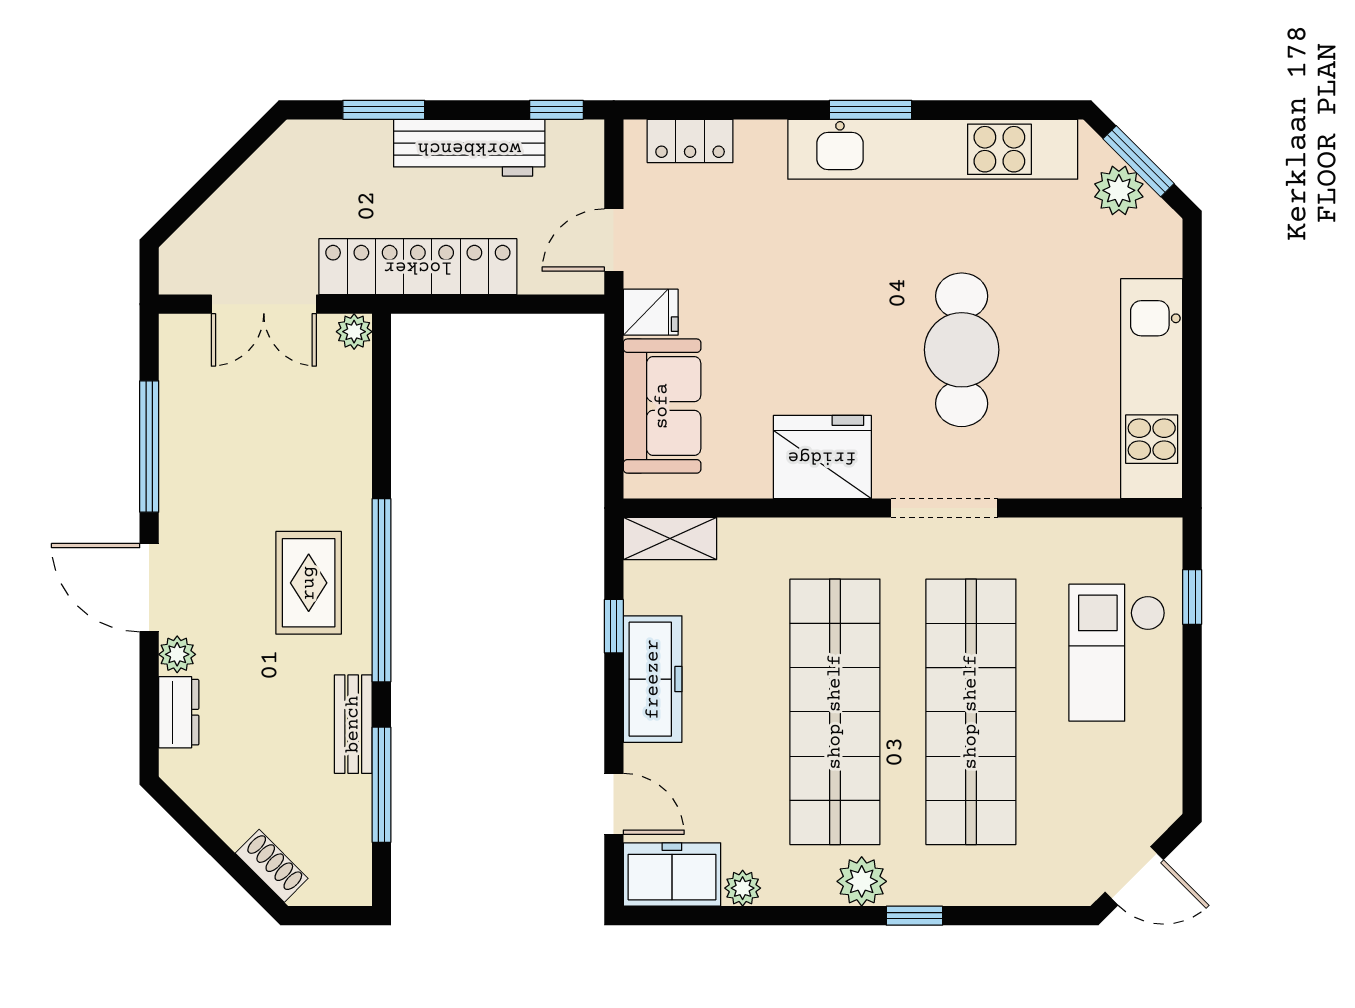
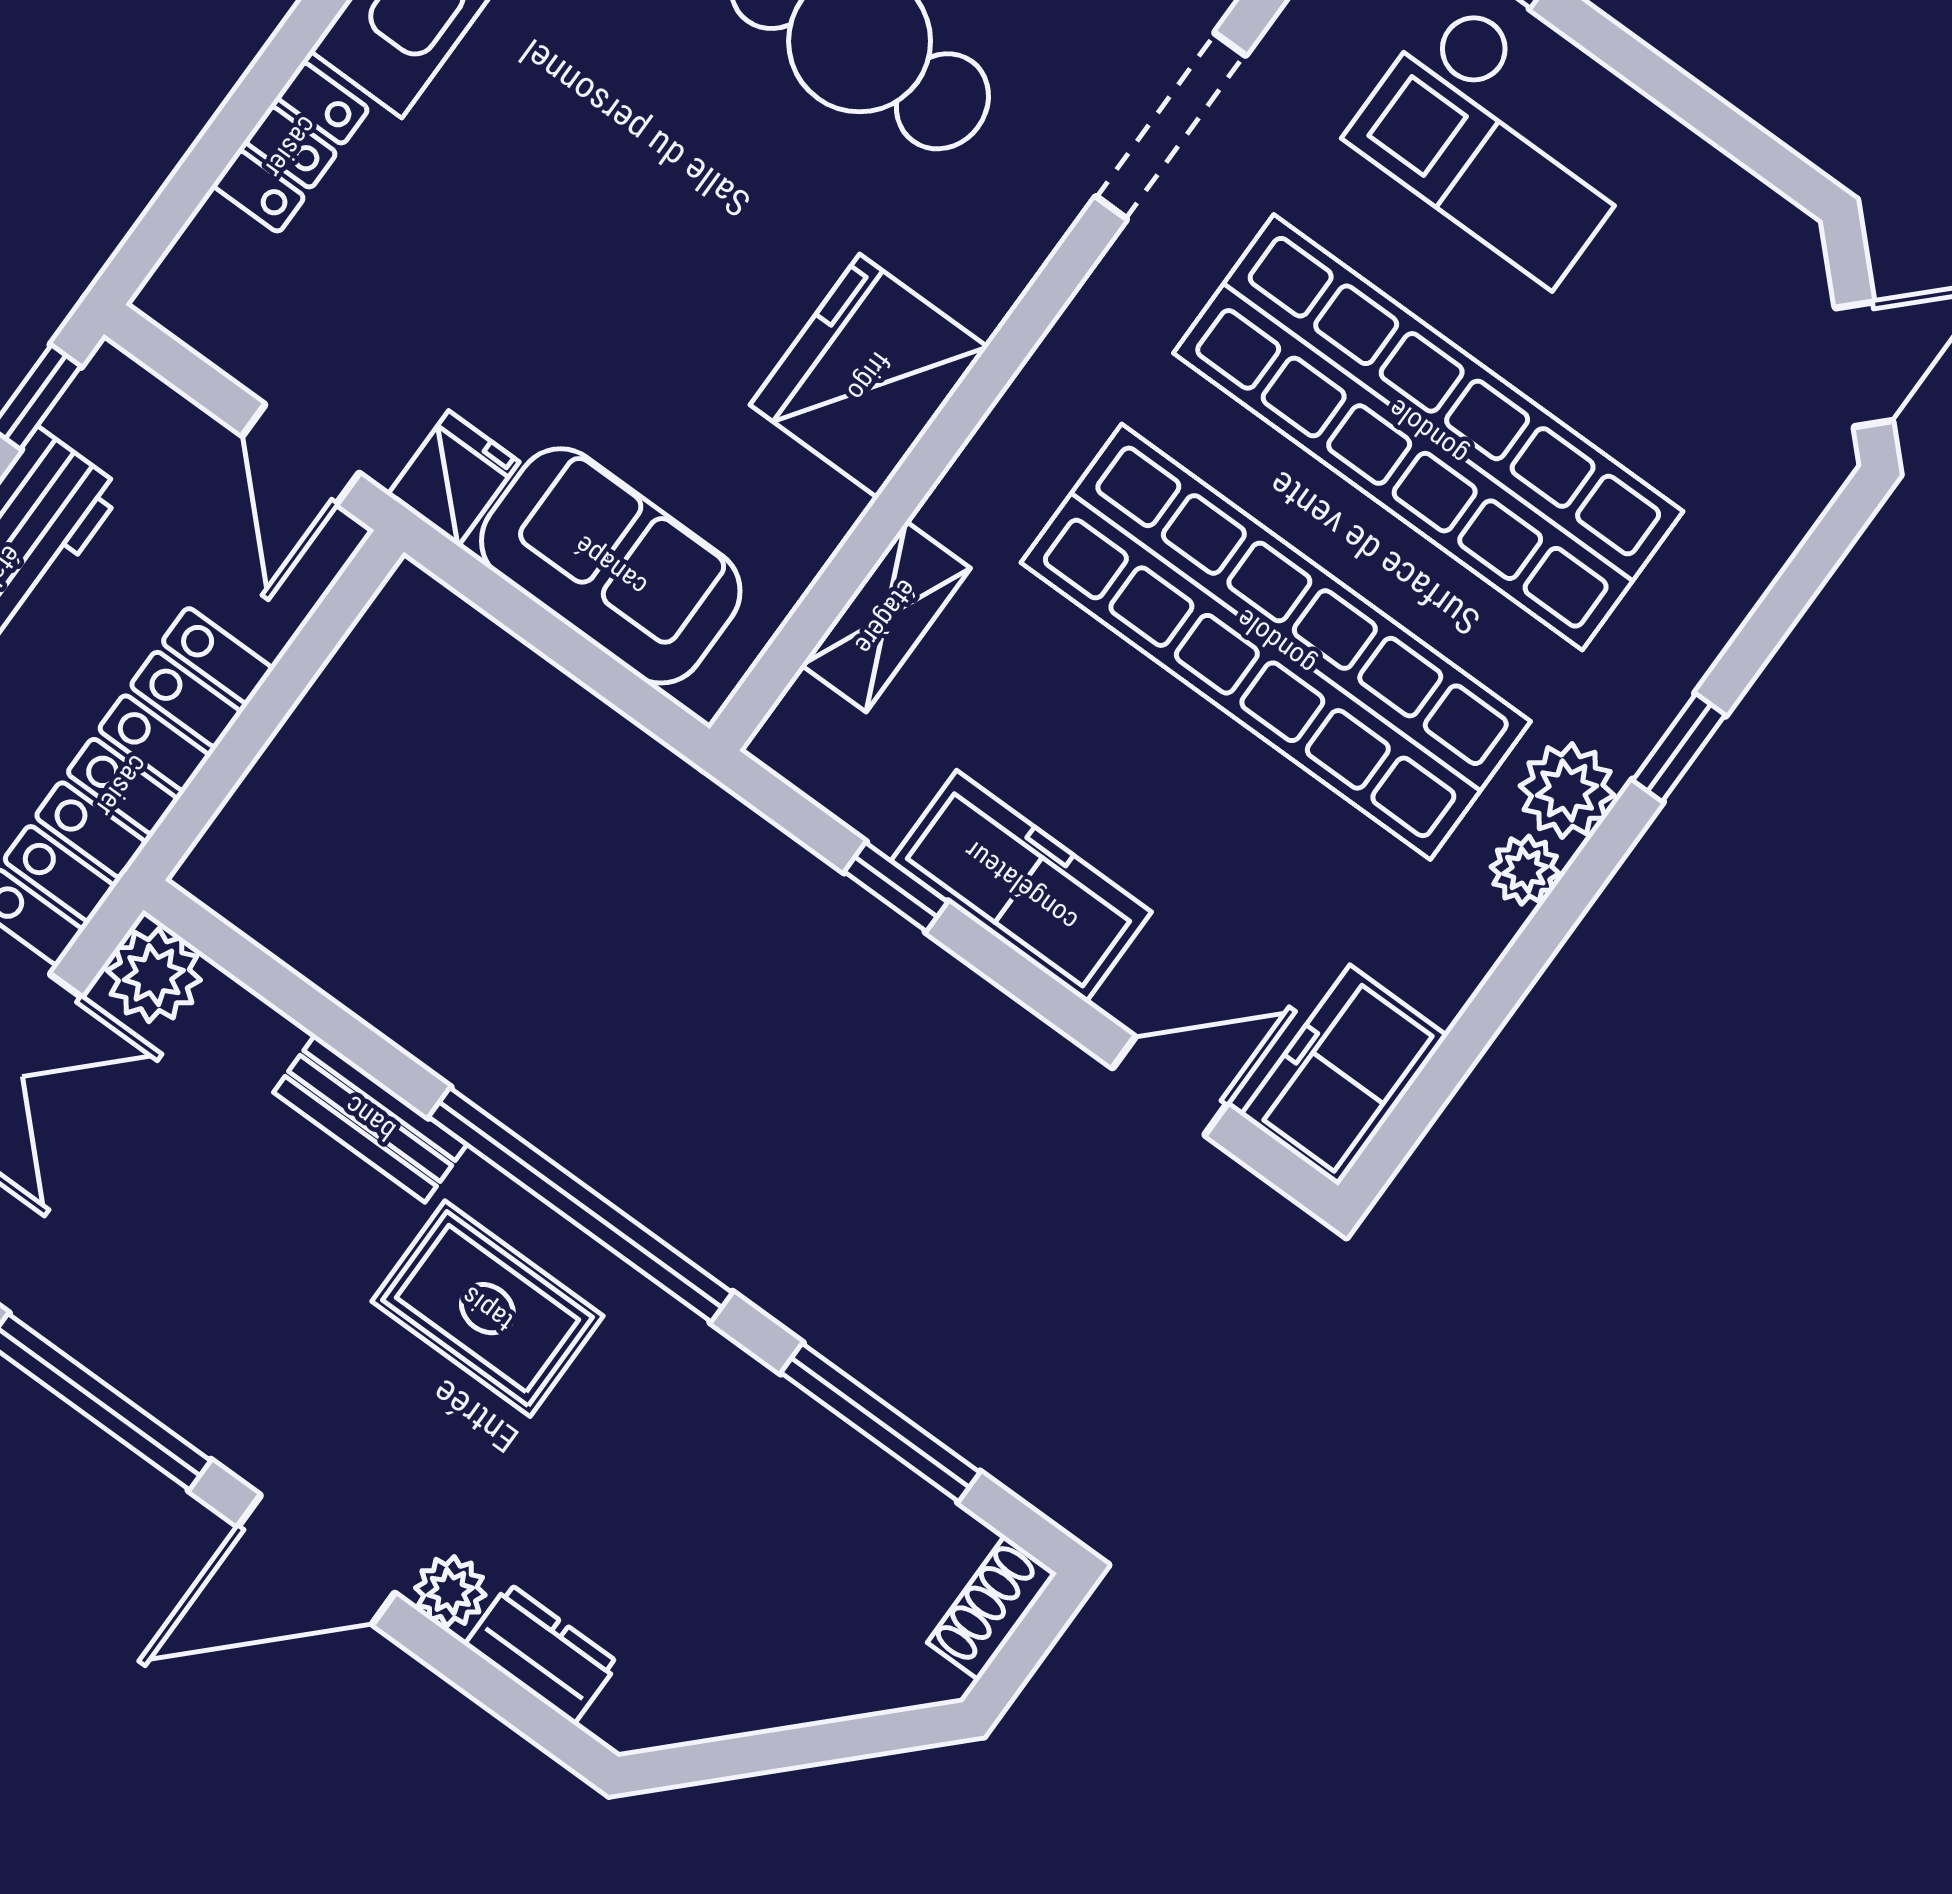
locker: (690, 141) -> (291, 147), moved
plant: (354, 332) -> (154, 975), width x1.38, depth x1.38
doorway: (944, 508) -> (1171, 126), moved
shelving: (670, 538) -> (886, 617), moved
bench: (353, 724) -> (370, 1118), moved
shoe rack: (272, 866) -> (992, 1608), moved, turned -45
plant: (743, 888) -> (1525, 870), moved

